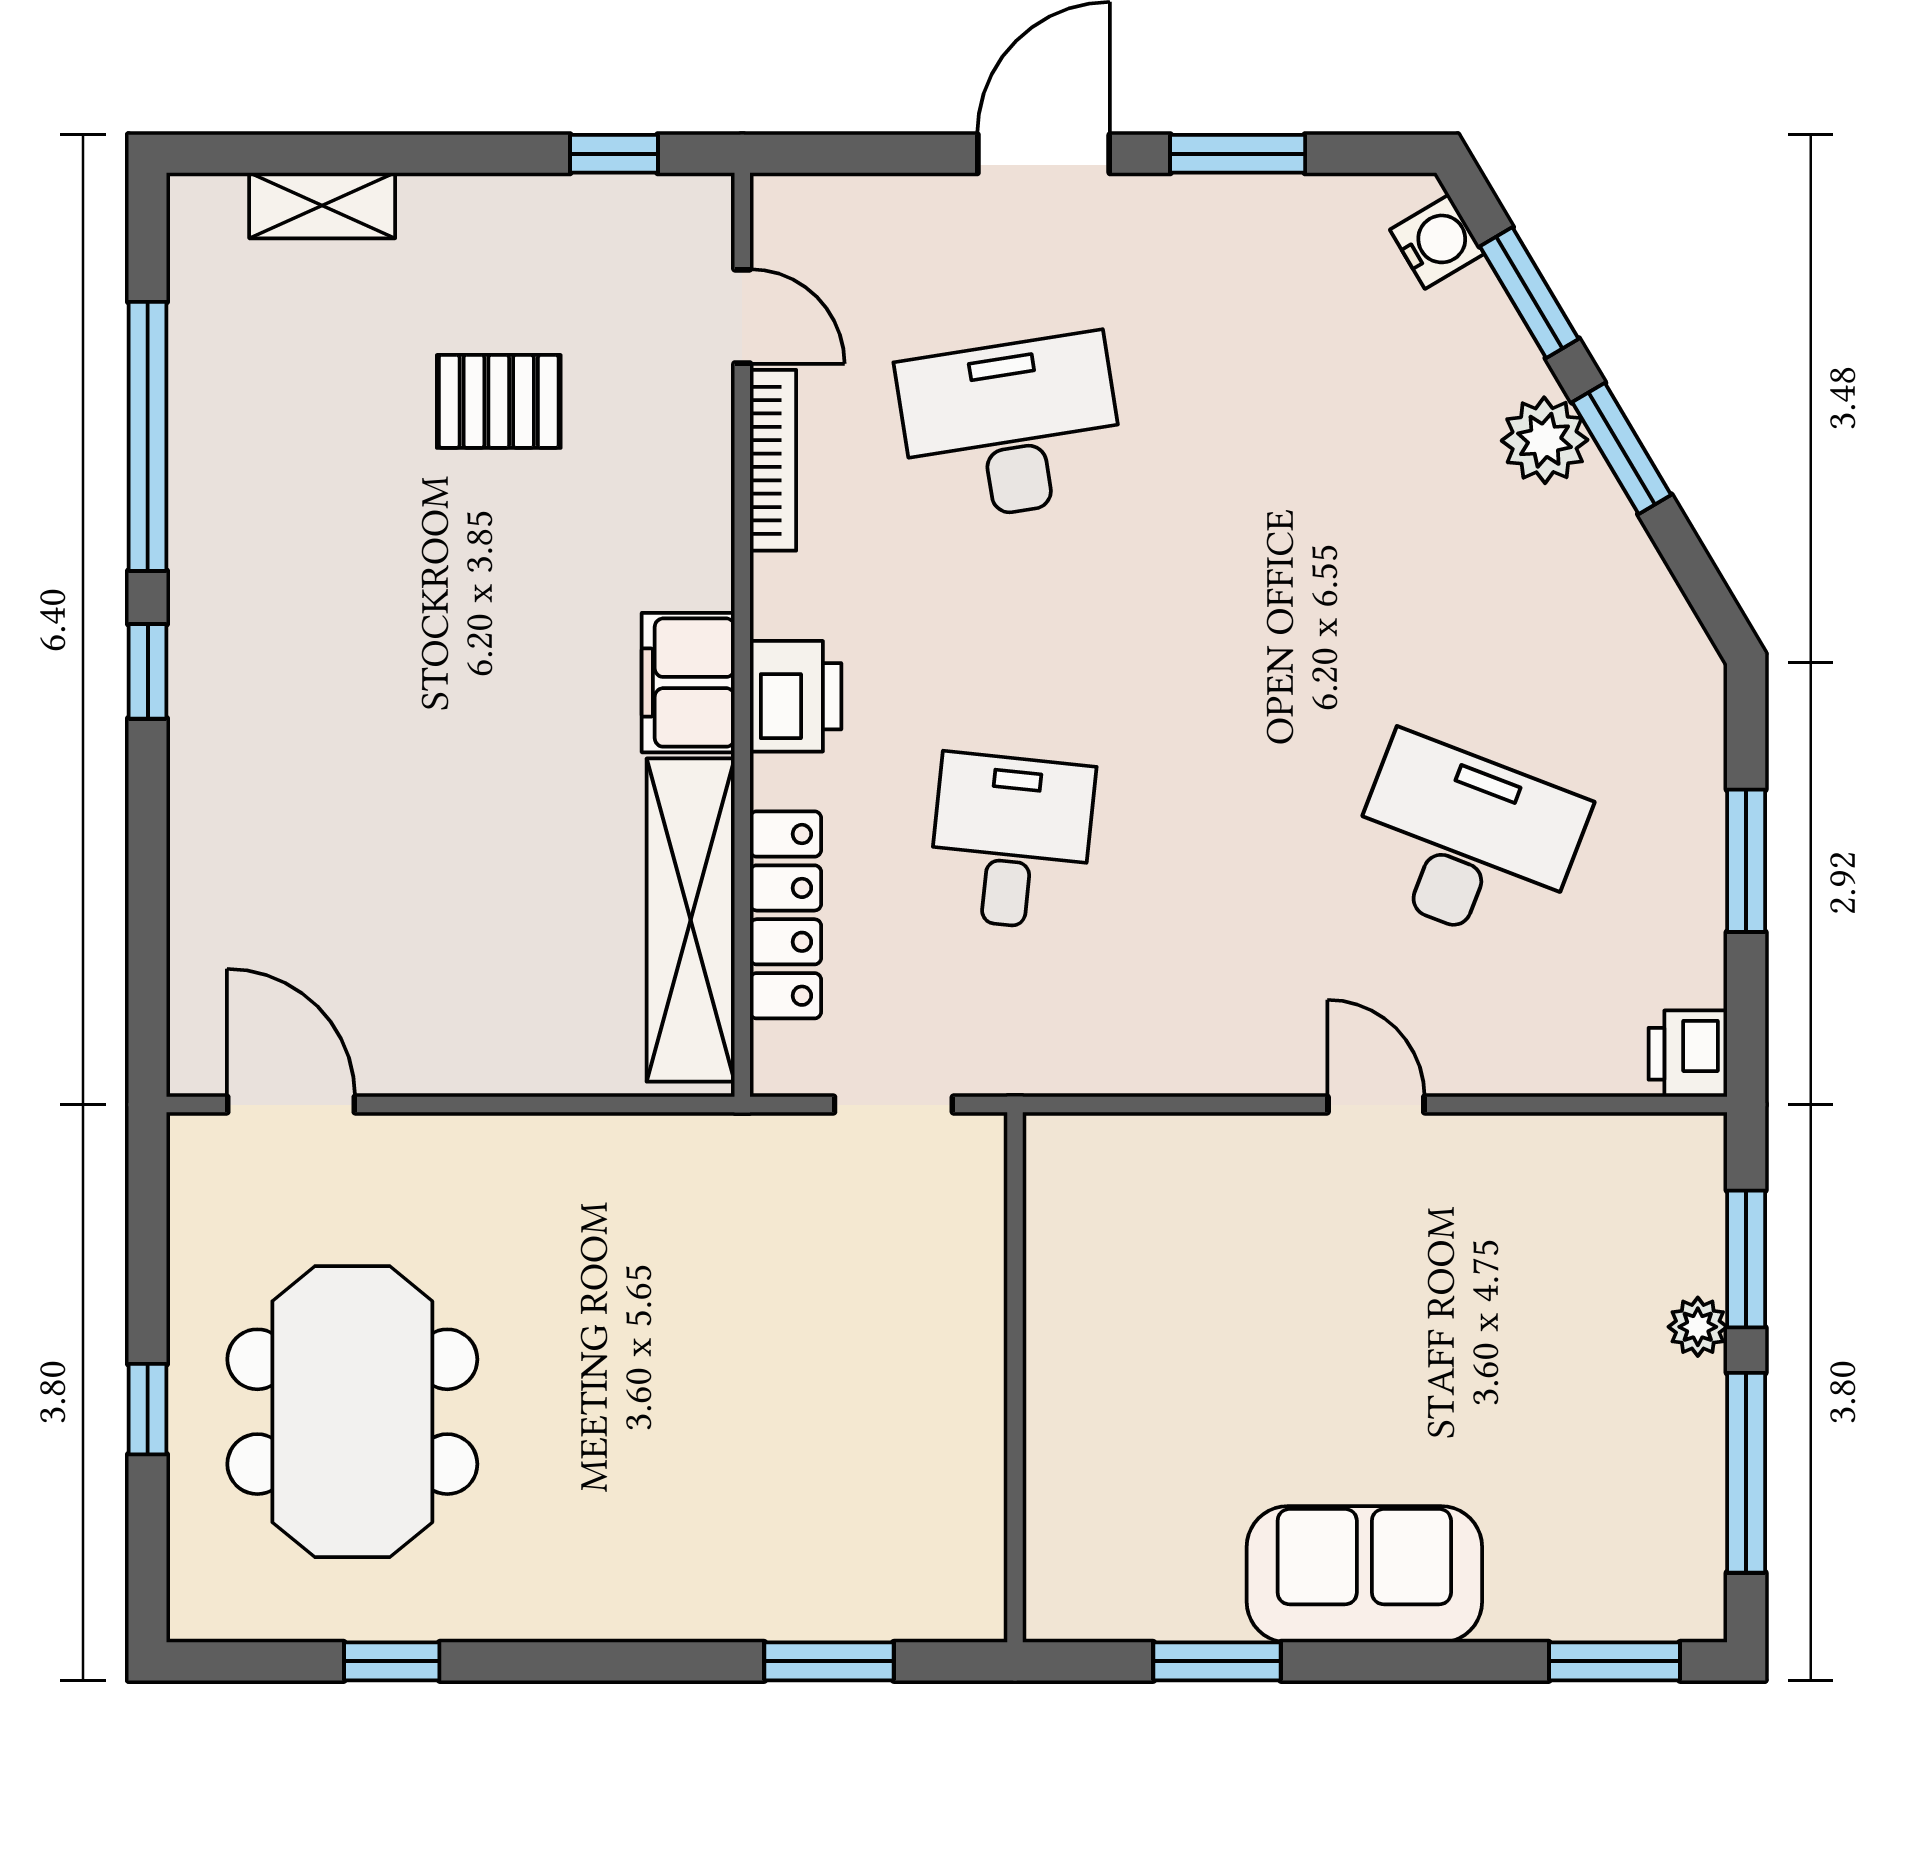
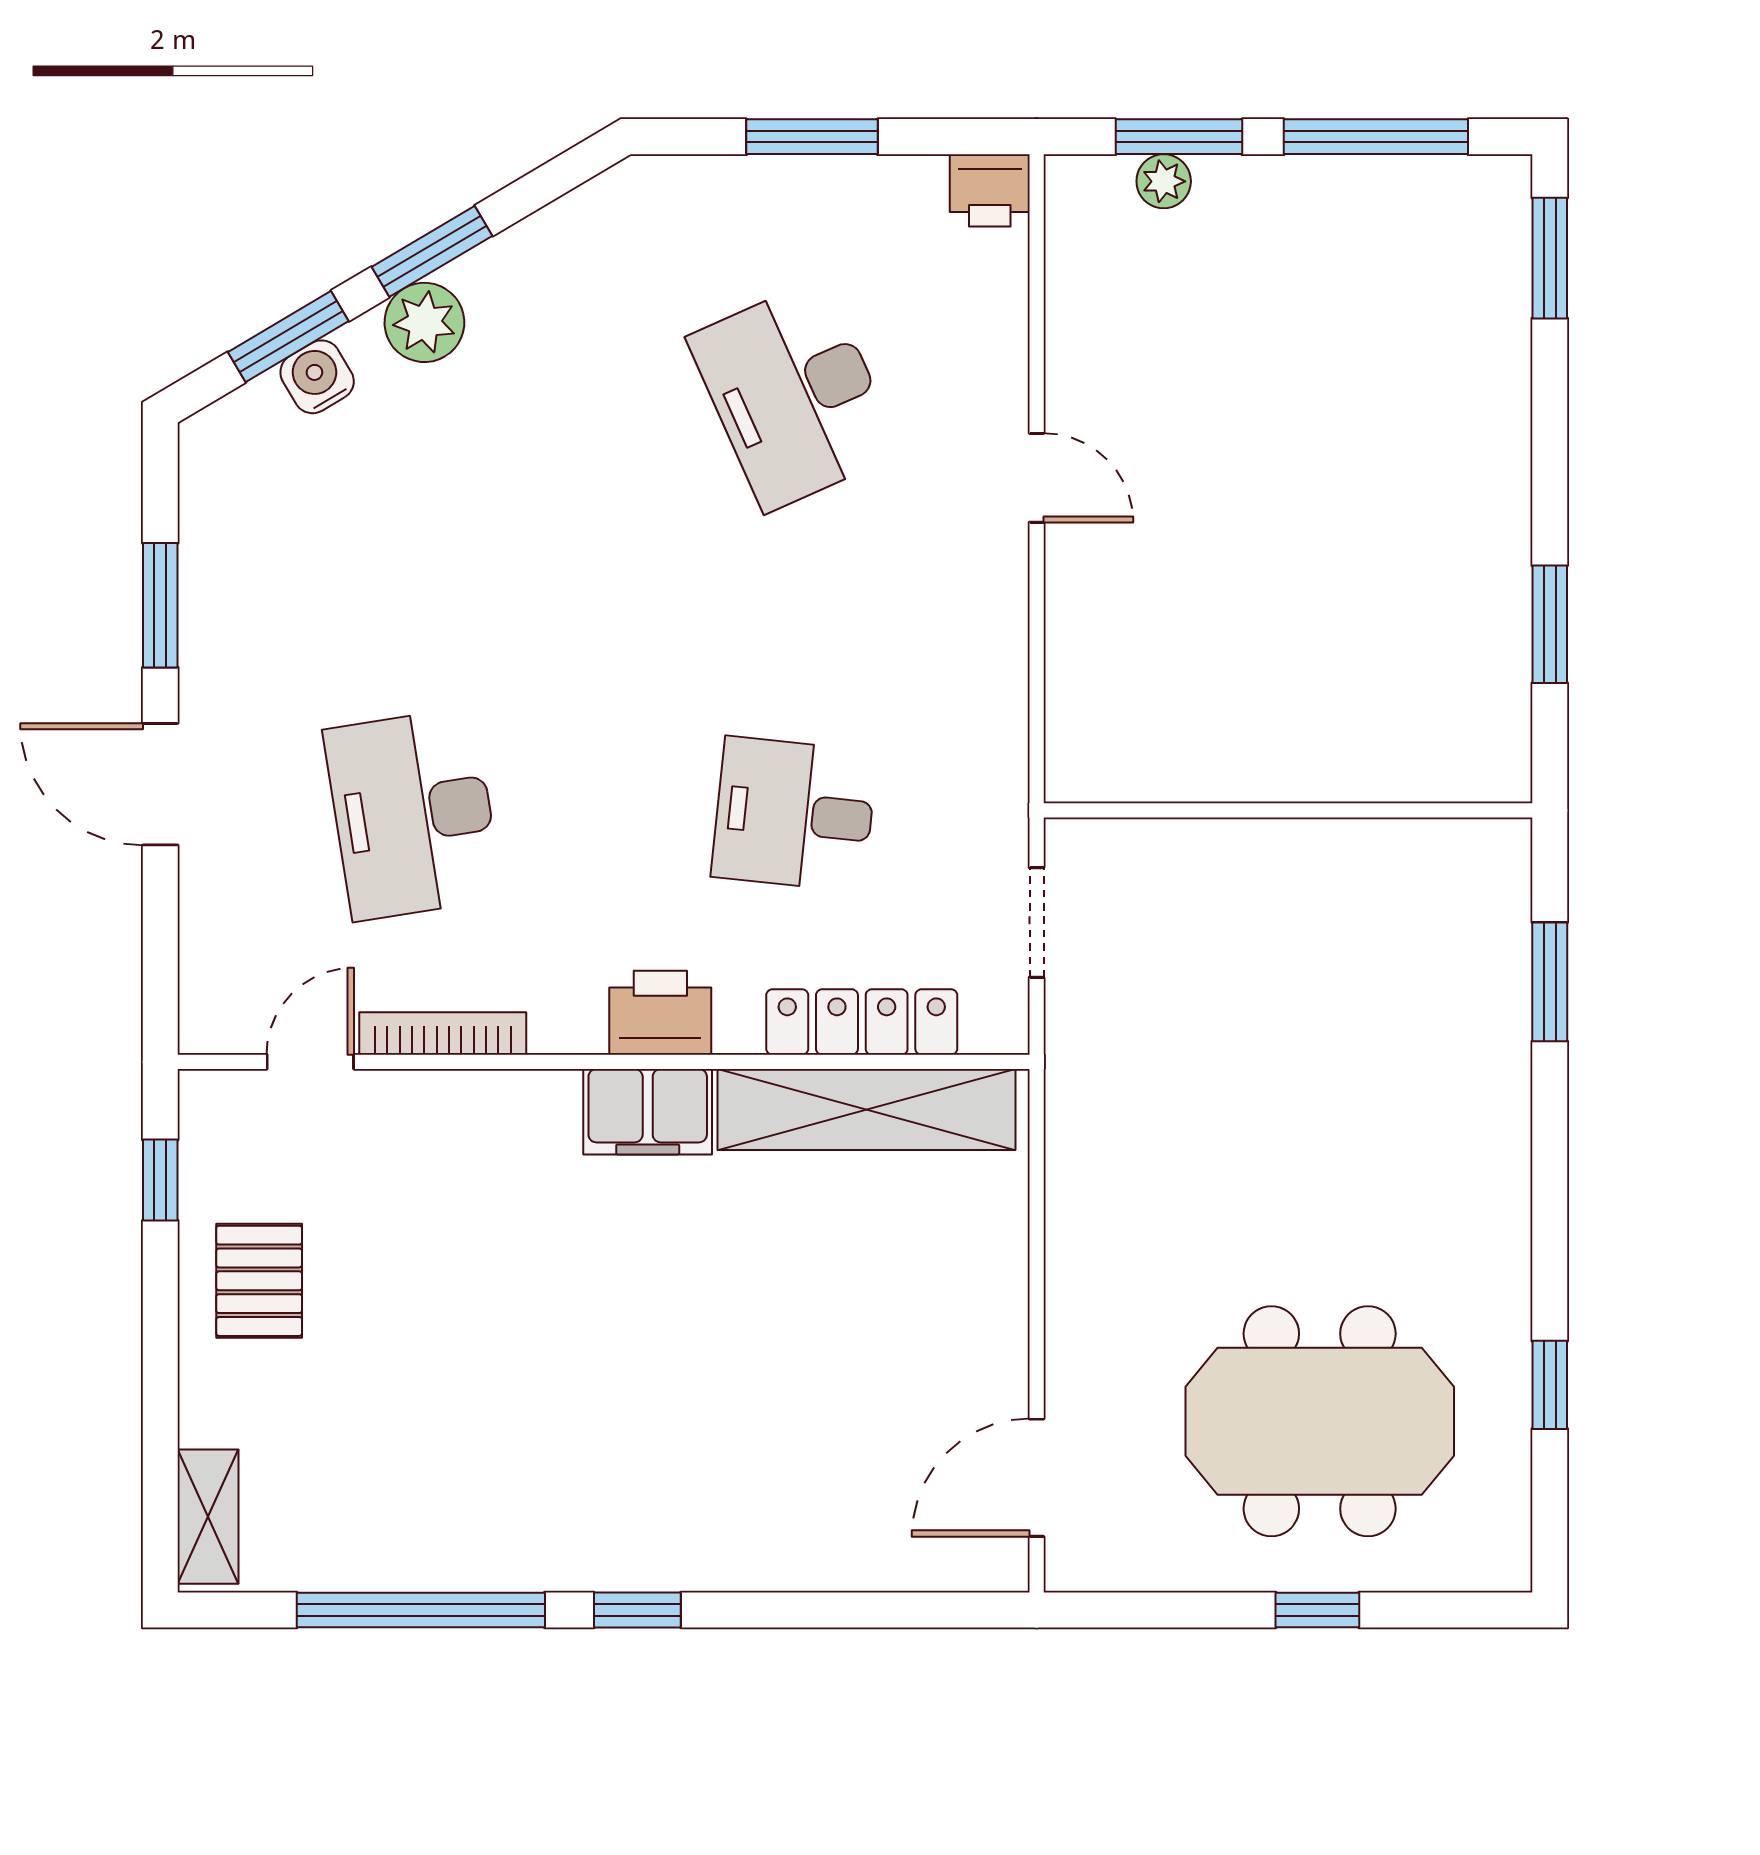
shelving: (322, 205) -> (208, 1517), moved
water cooler: (1437, 242) -> (317, 377), moved
pallet: (499, 401) -> (259, 1281), moved
desk: (1466, 842) -> (794, 395), turned -45
door: (1376, 1105) -> (1037, 478), swing flipped
plant: (1698, 1327) -> (1164, 181), moved
sofa: (1364, 1574) -> (1470, 489), removed

